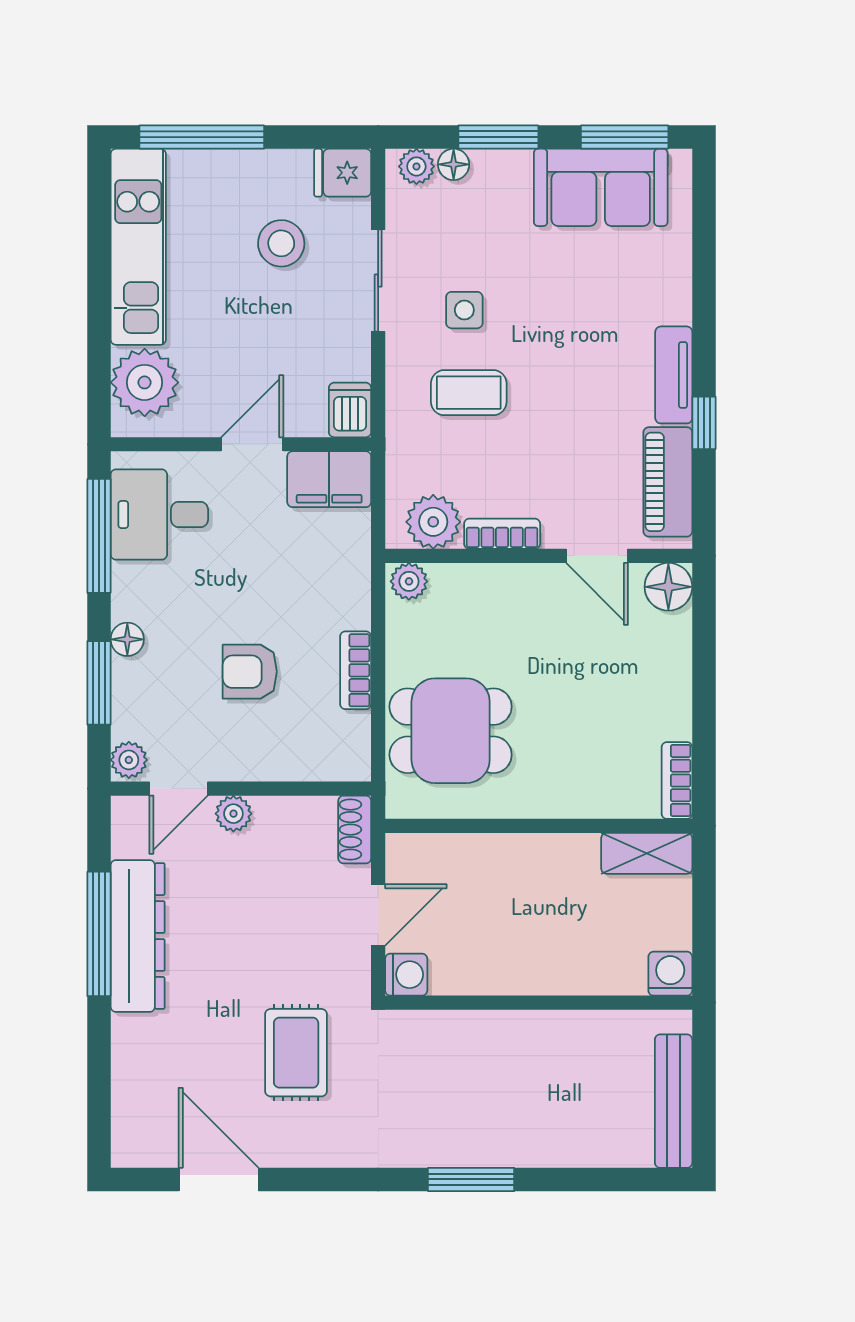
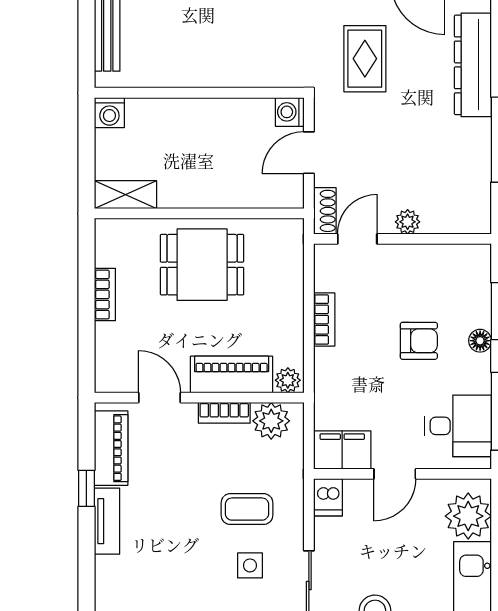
floor lamp: (668, 587) -> (111, 377), removed
piano: (491, 590) -> (232, 374), added
armchair: (250, 672) -> (419, 341), moved
dining table: (451, 731) -> (202, 265), moved
plant: (129, 760) -> (479, 258), removed
bookcase: (677, 780) -> (105, 294), moved
door: (178, 789) -> (357, 239), moved
dresser: (138, 936) -> (473, 65), moved

